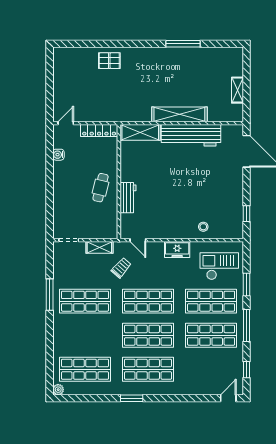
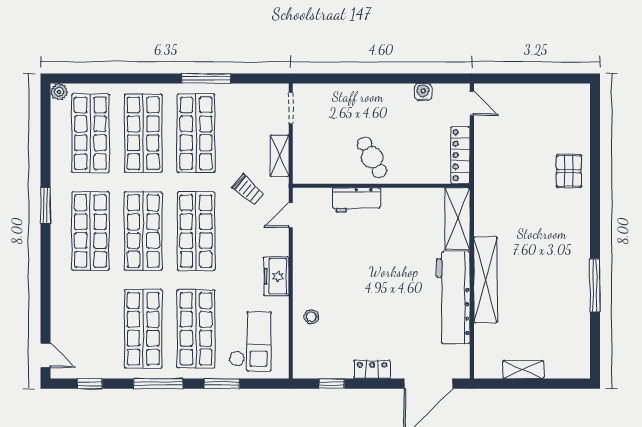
cafe table: (101, 188) -> (372, 157), turned 47
locker: (237, 188) -> (372, 369), added
shop shelf: (85, 335) -> (143, 133), added

